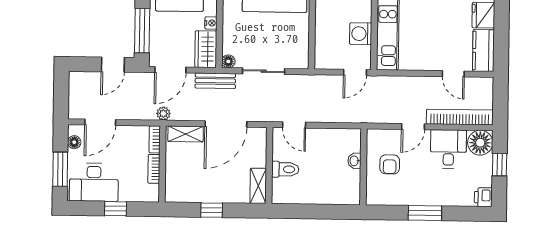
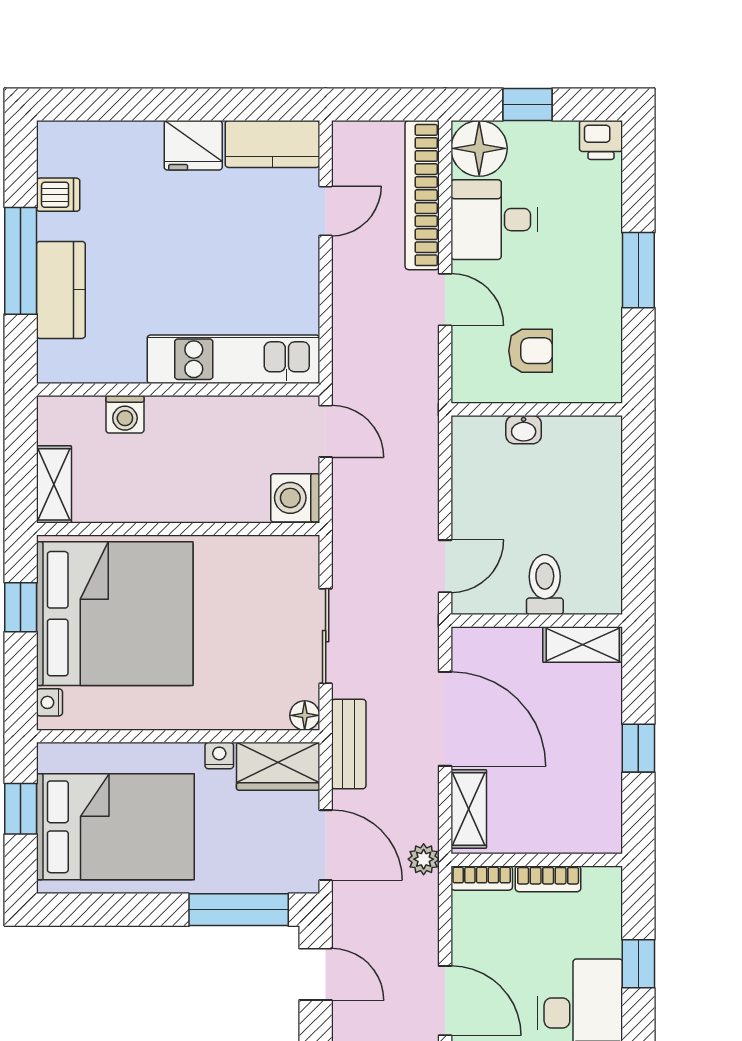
washing machine: (361, 34) -> (295, 498), moved, turned 90

